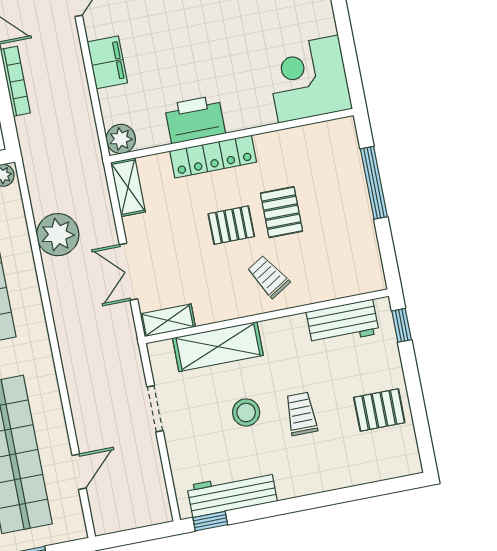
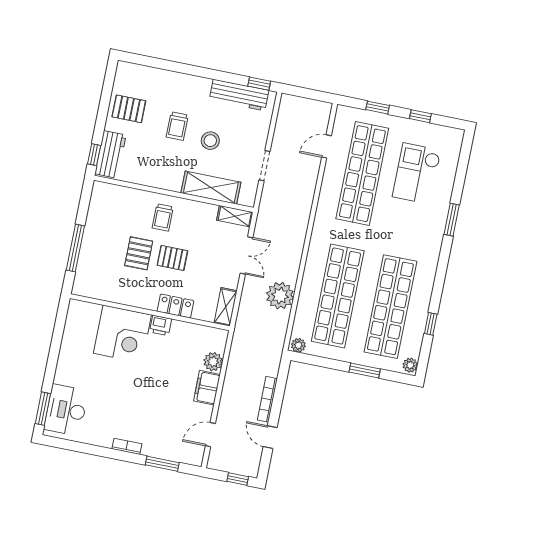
corner desk: (308, 79) -> (122, 334), moved
printer: (195, 119) -> (161, 325), width x0.53, depth x0.68
plant: (121, 139) -> (213, 362), moved
locker: (213, 157) -> (175, 306), width x0.66
trolley: (269, 277) -> (163, 217), turned 32
workbench: (343, 323) -> (110, 154), moved, turned 90

